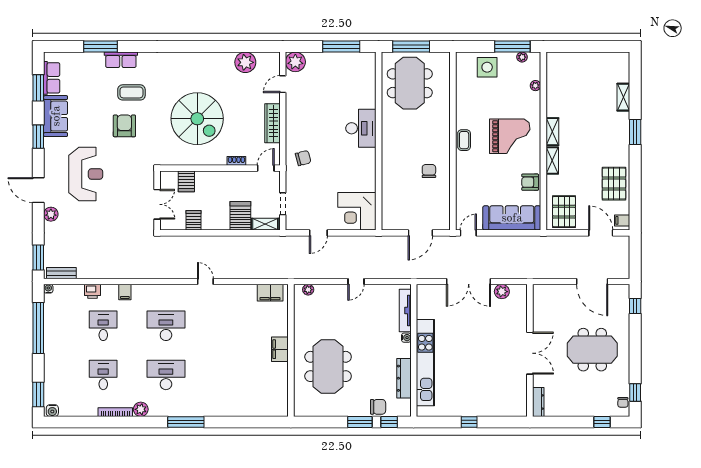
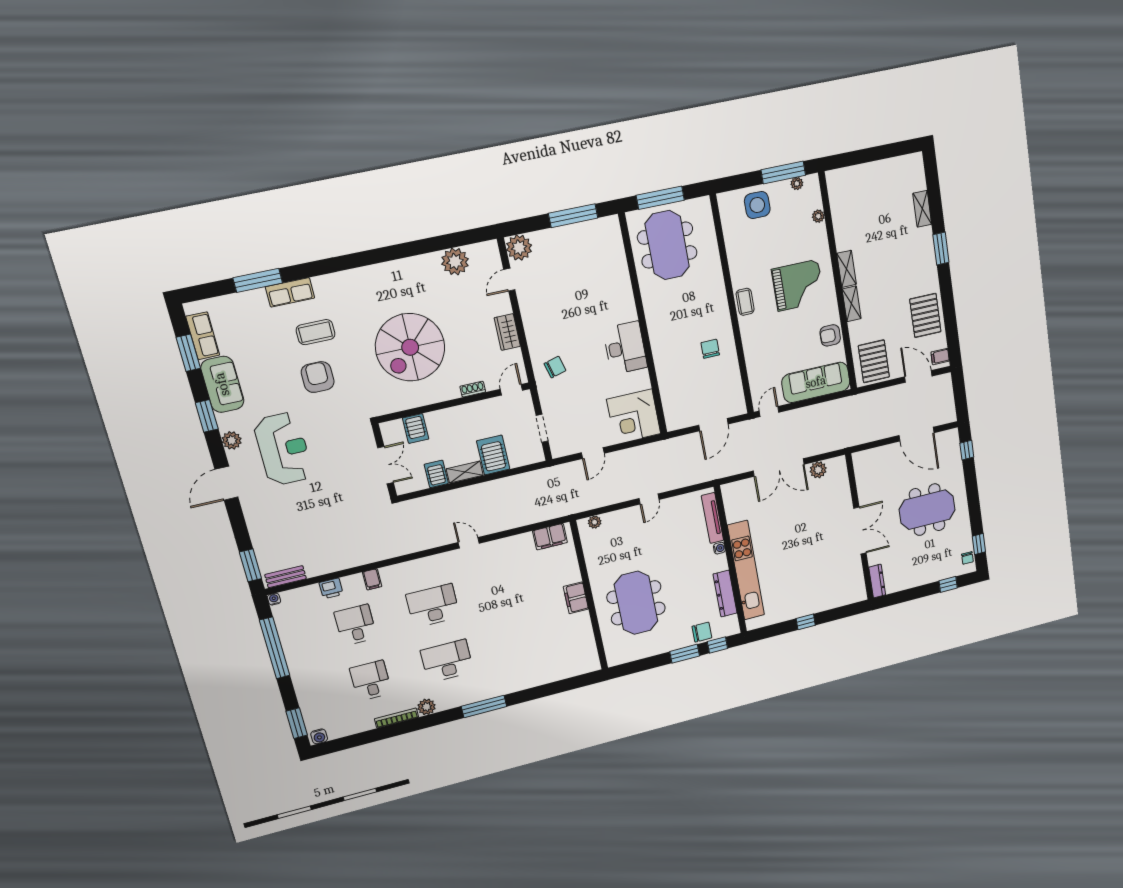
spiral stairs: (197, 119) -> (410, 347), turned 90
wardrobe: (272, 123) -> (507, 332), width x0.67
desk: (361, 128) -> (625, 348), moved
door: (38, 190) -> (226, 483), hinge flipped
plant: (51, 214) -> (232, 440), moved
shelving: (265, 224) -> (465, 472), moved

